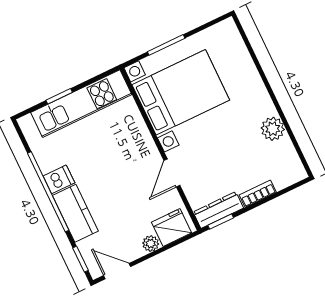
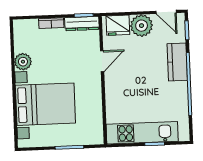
bed with nightstands: (181, 92) -> (45, 104), moved, turned 180
dishwasher: (59, 179) -> (178, 89), removed
plant: (151, 244) -> (142, 26), width x1.88, depth x1.88

